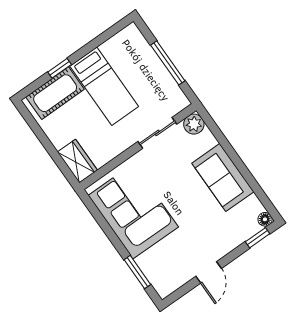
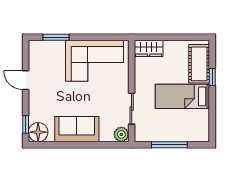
floor lamp: (265, 219) -> (38, 132), width x1.89, depth x1.89

